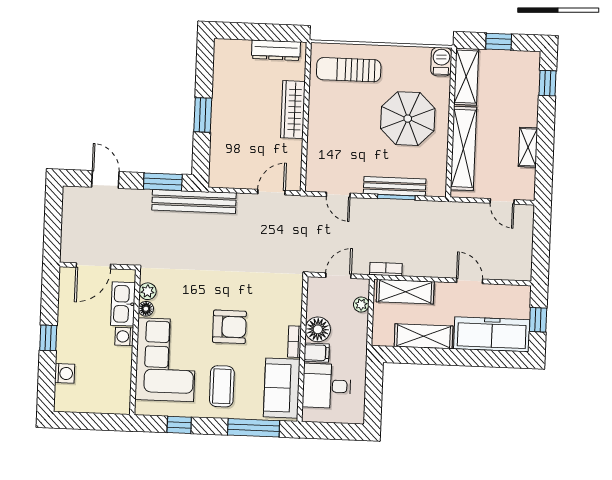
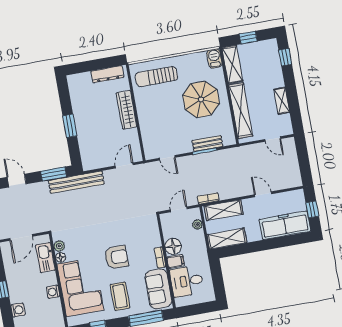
bench: (395, 186) -> (207, 144), width x0.73
washing machine: (124, 336) -> (53, 292), moved
shelving: (424, 336) -> (227, 239), moved

